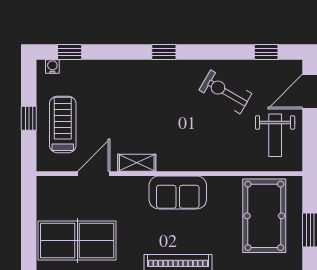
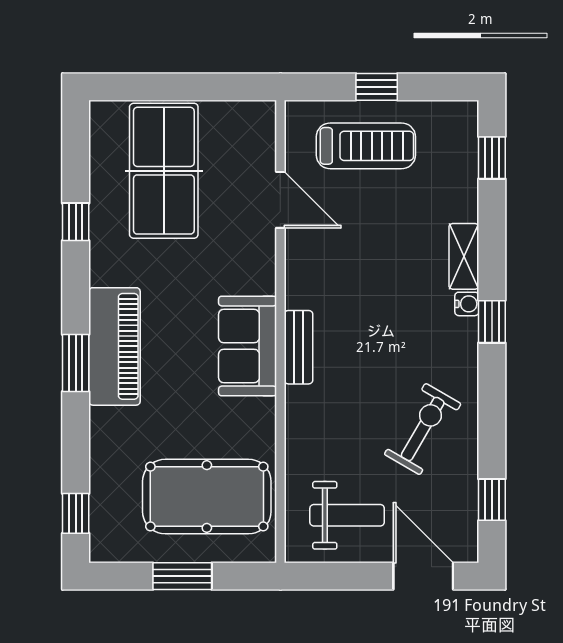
water cooler: (52, 66) -> (467, 304), moved
weight bench: (275, 135) -> (347, 515), turned 180
shelving: (137, 163) -> (464, 256), moved
bench: (178, 163) -> (299, 347), added

